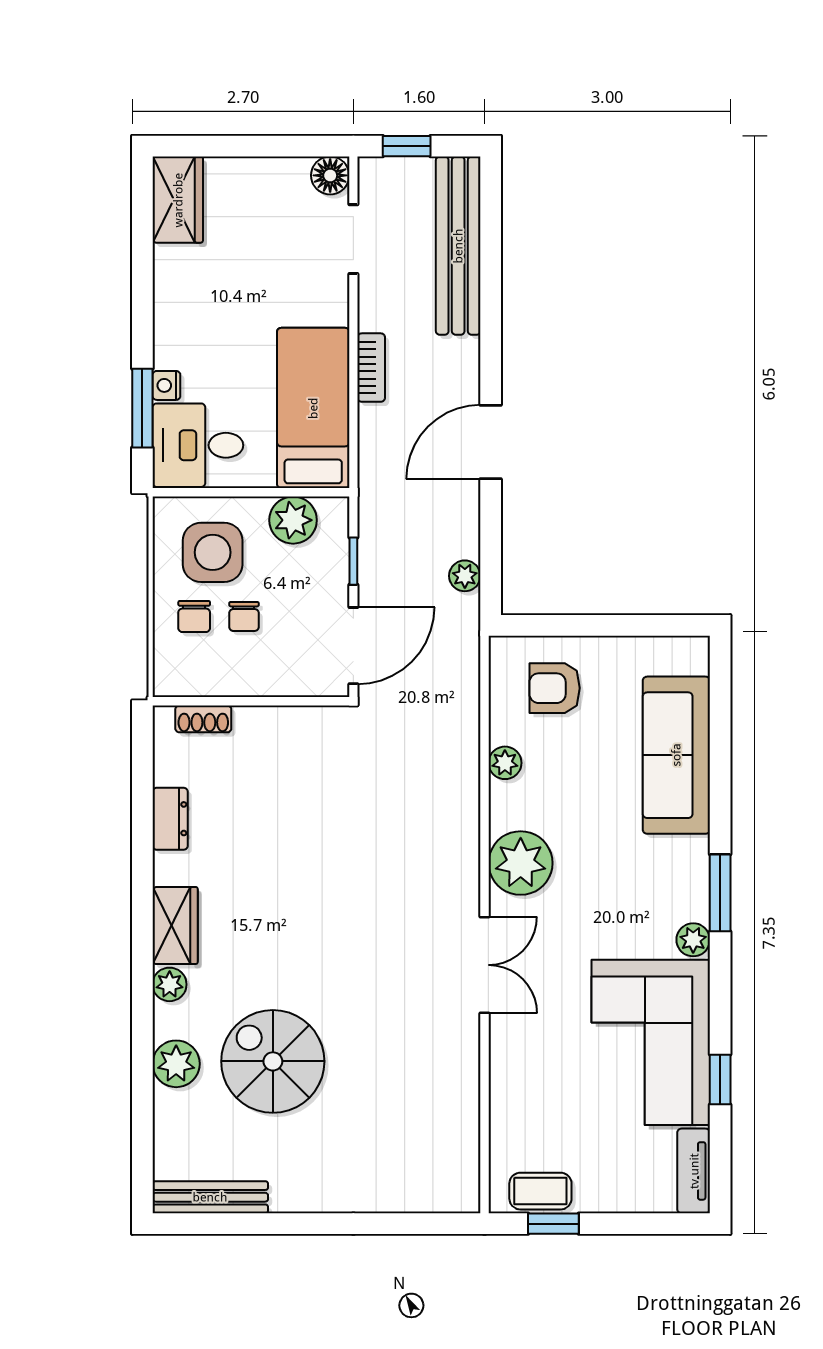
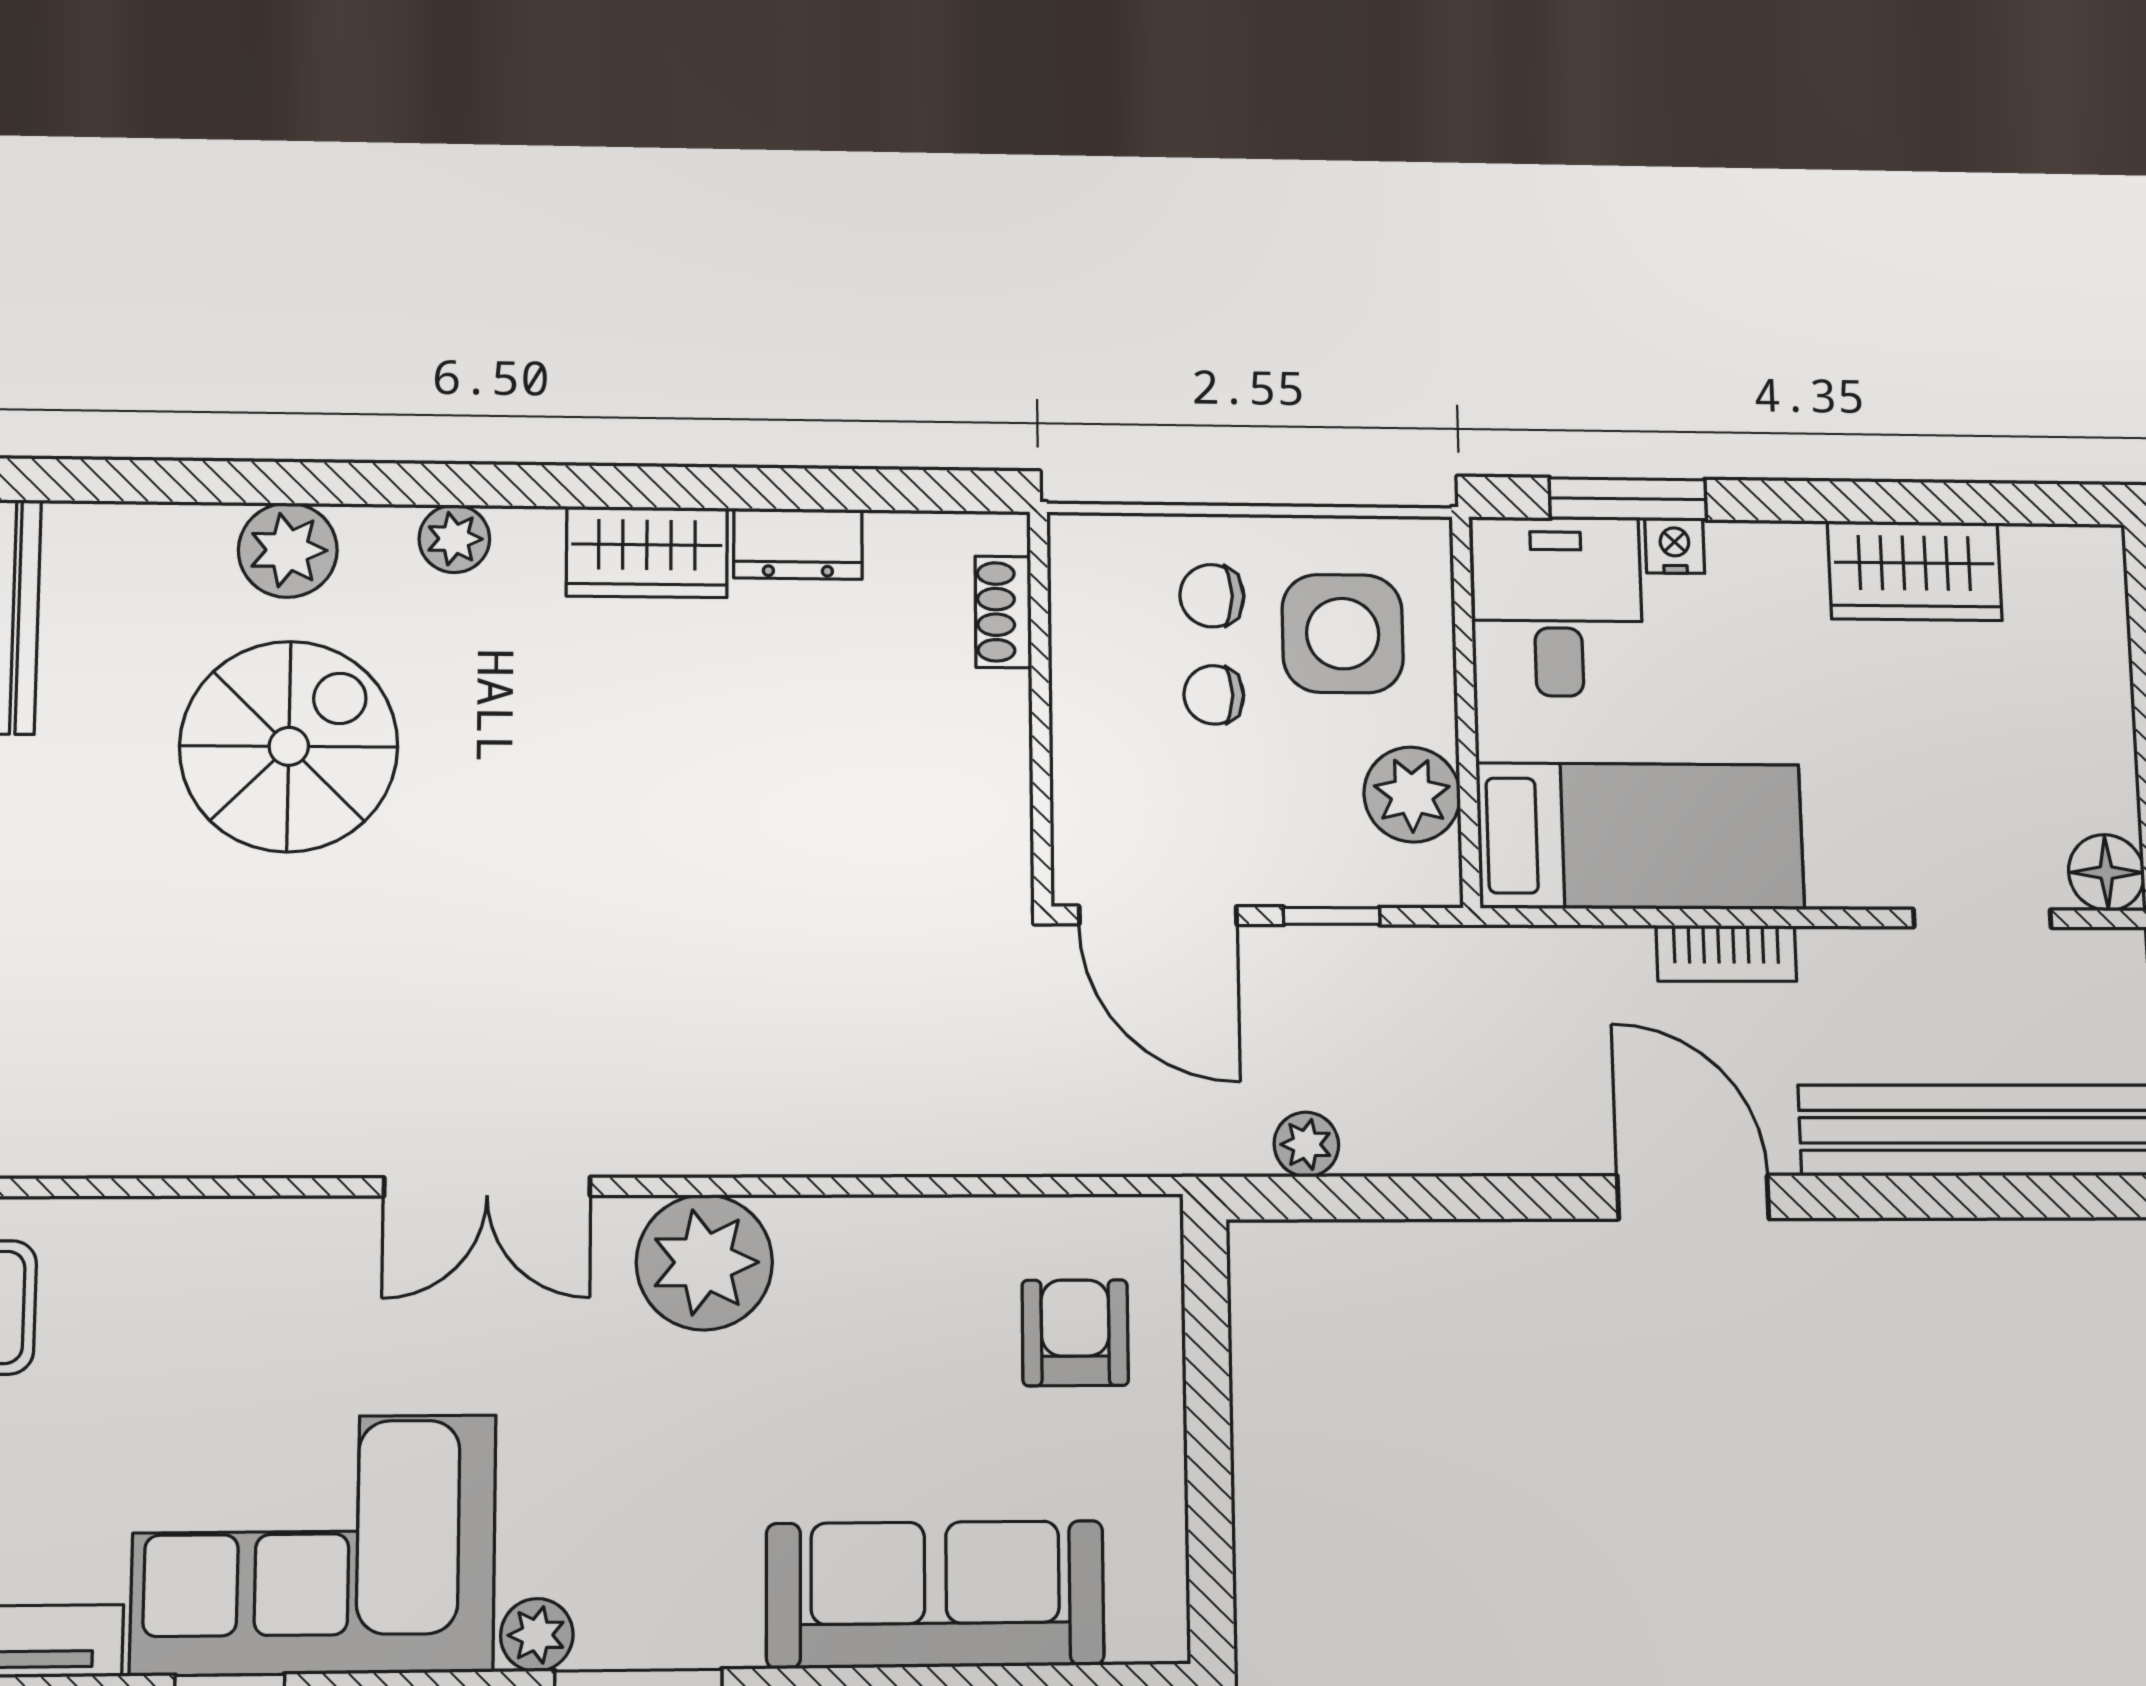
wardrobe: (178, 200) -> (1915, 571), moved
door: (491, 442) -> (1693, 1197), moved
plant: (505, 763) -> (917, 1229), removed
wardrobe: (175, 926) -> (647, 552), moved

